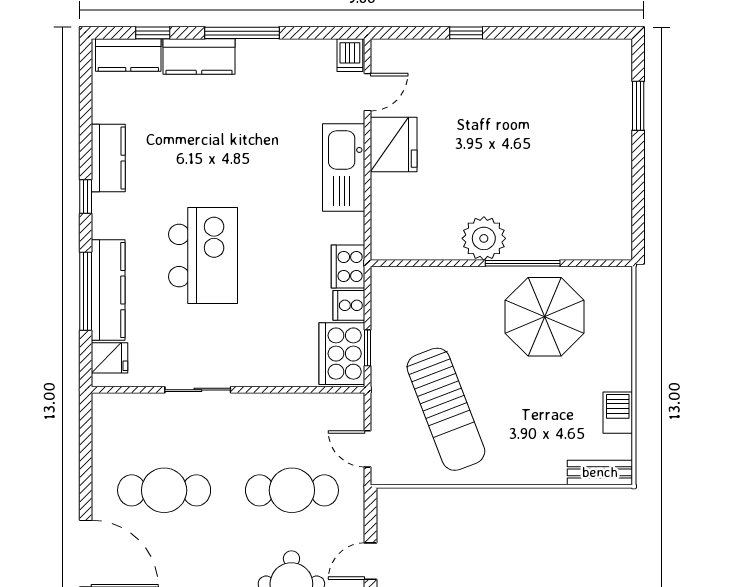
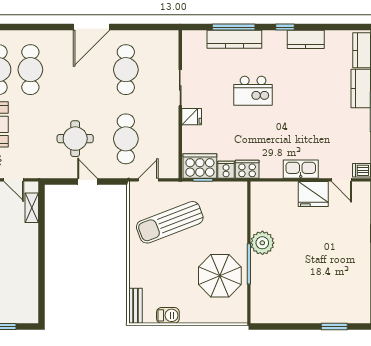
kitchen sink: (344, 168) -> (301, 169), width x0.73, depth x0.81
kitchen island: (203, 256) -> (253, 91), width x0.73, depth x0.78
fridge: (109, 358) -> (192, 117), moved, turned -90

